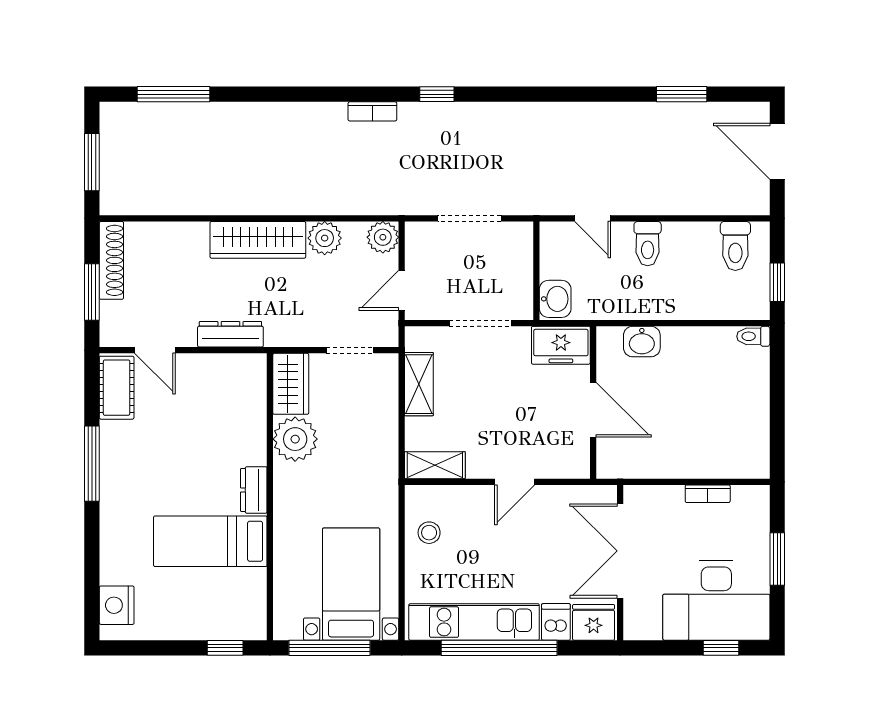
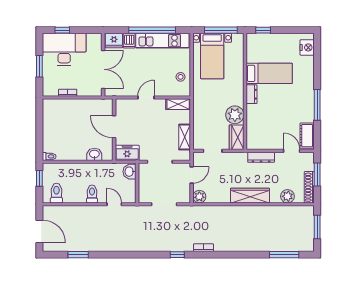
plant: (325, 238) -> (287, 196), moved

